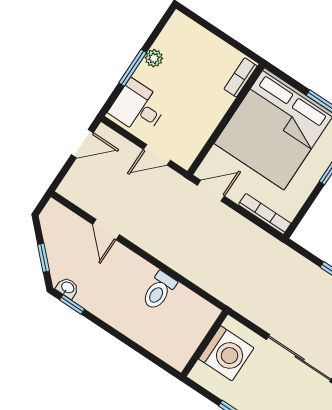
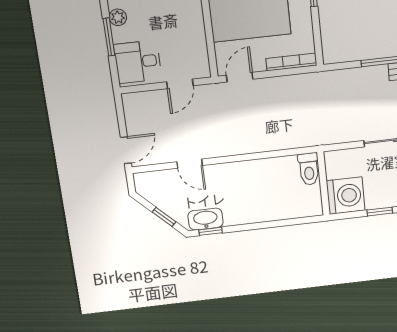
door: (82, 144) -> (126, 150), moved
washbasin: (67, 288) -> (205, 219), width x1.91, depth x1.45
toilet: (159, 291) -> (309, 169), moved
washing machine: (226, 353) -> (346, 196), moved

